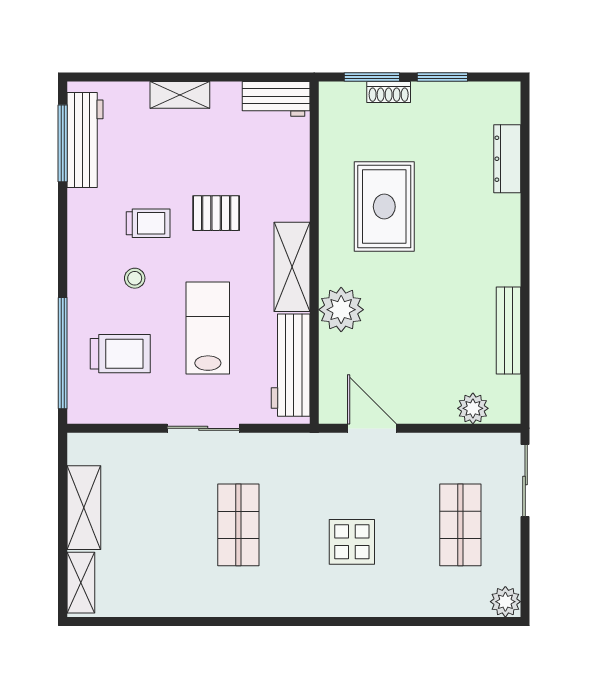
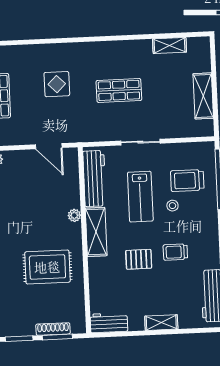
shoe rack: (389, 92) -> (53, 329), width x1.43
rug: (384, 207) -> (47, 267), turned 90
stool: (135, 278) -> (172, 206), moved
plant: (341, 310) -> (74, 215), width x0.53, depth x0.53
shop shelf: (238, 525) -> (119, 90), turned 90
shelving: (81, 583) -> (170, 45), moved, turned 90

